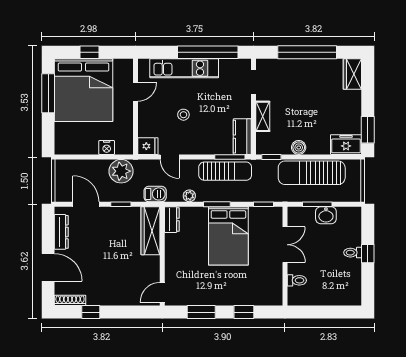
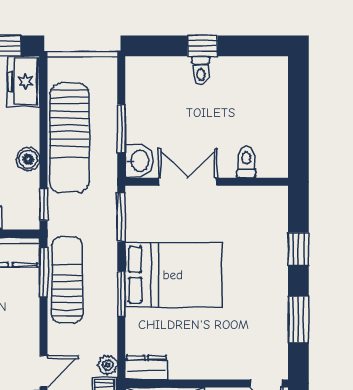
plant: (189, 196) -> (108, 365), moved
window: (264, 204) -> (121, 217), width x1.50
washbasin: (326, 215) -> (139, 161), moved

